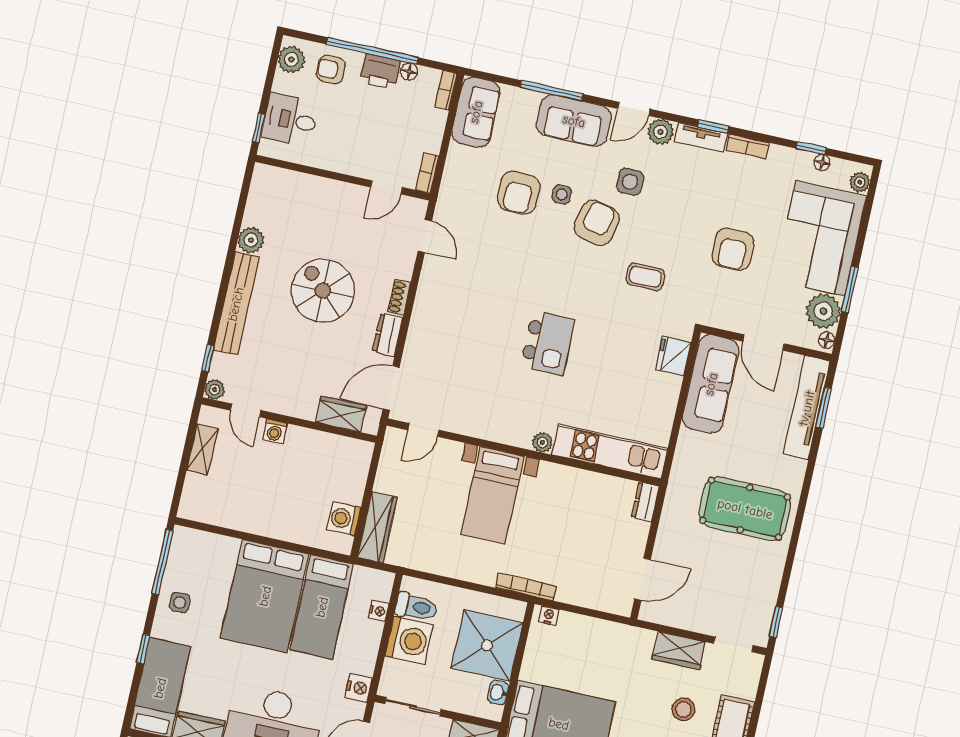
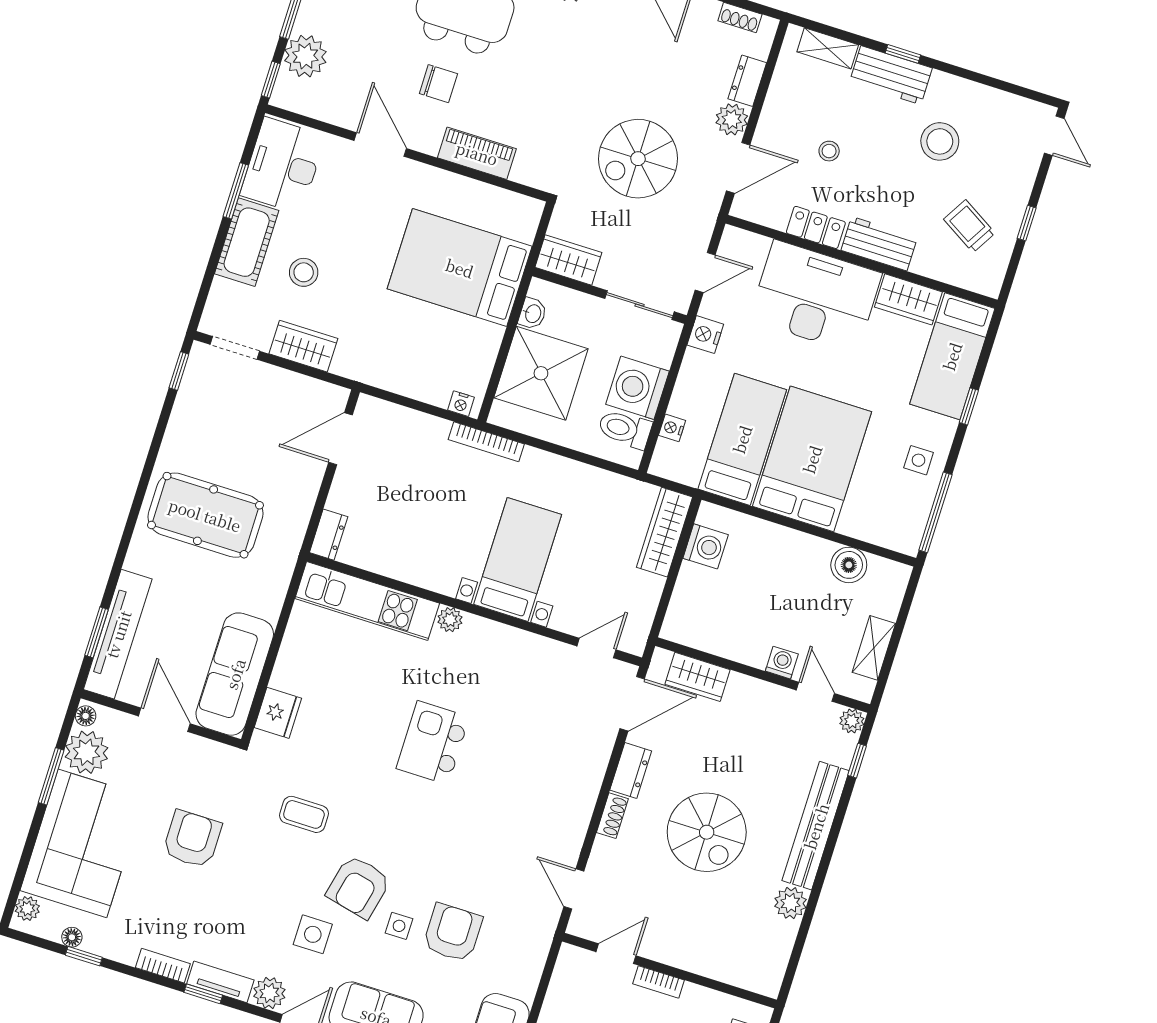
bookcase: (427, 173) -> (659, 982), moved, turned 90
boiler: (228, 514) -> (849, 565), added

